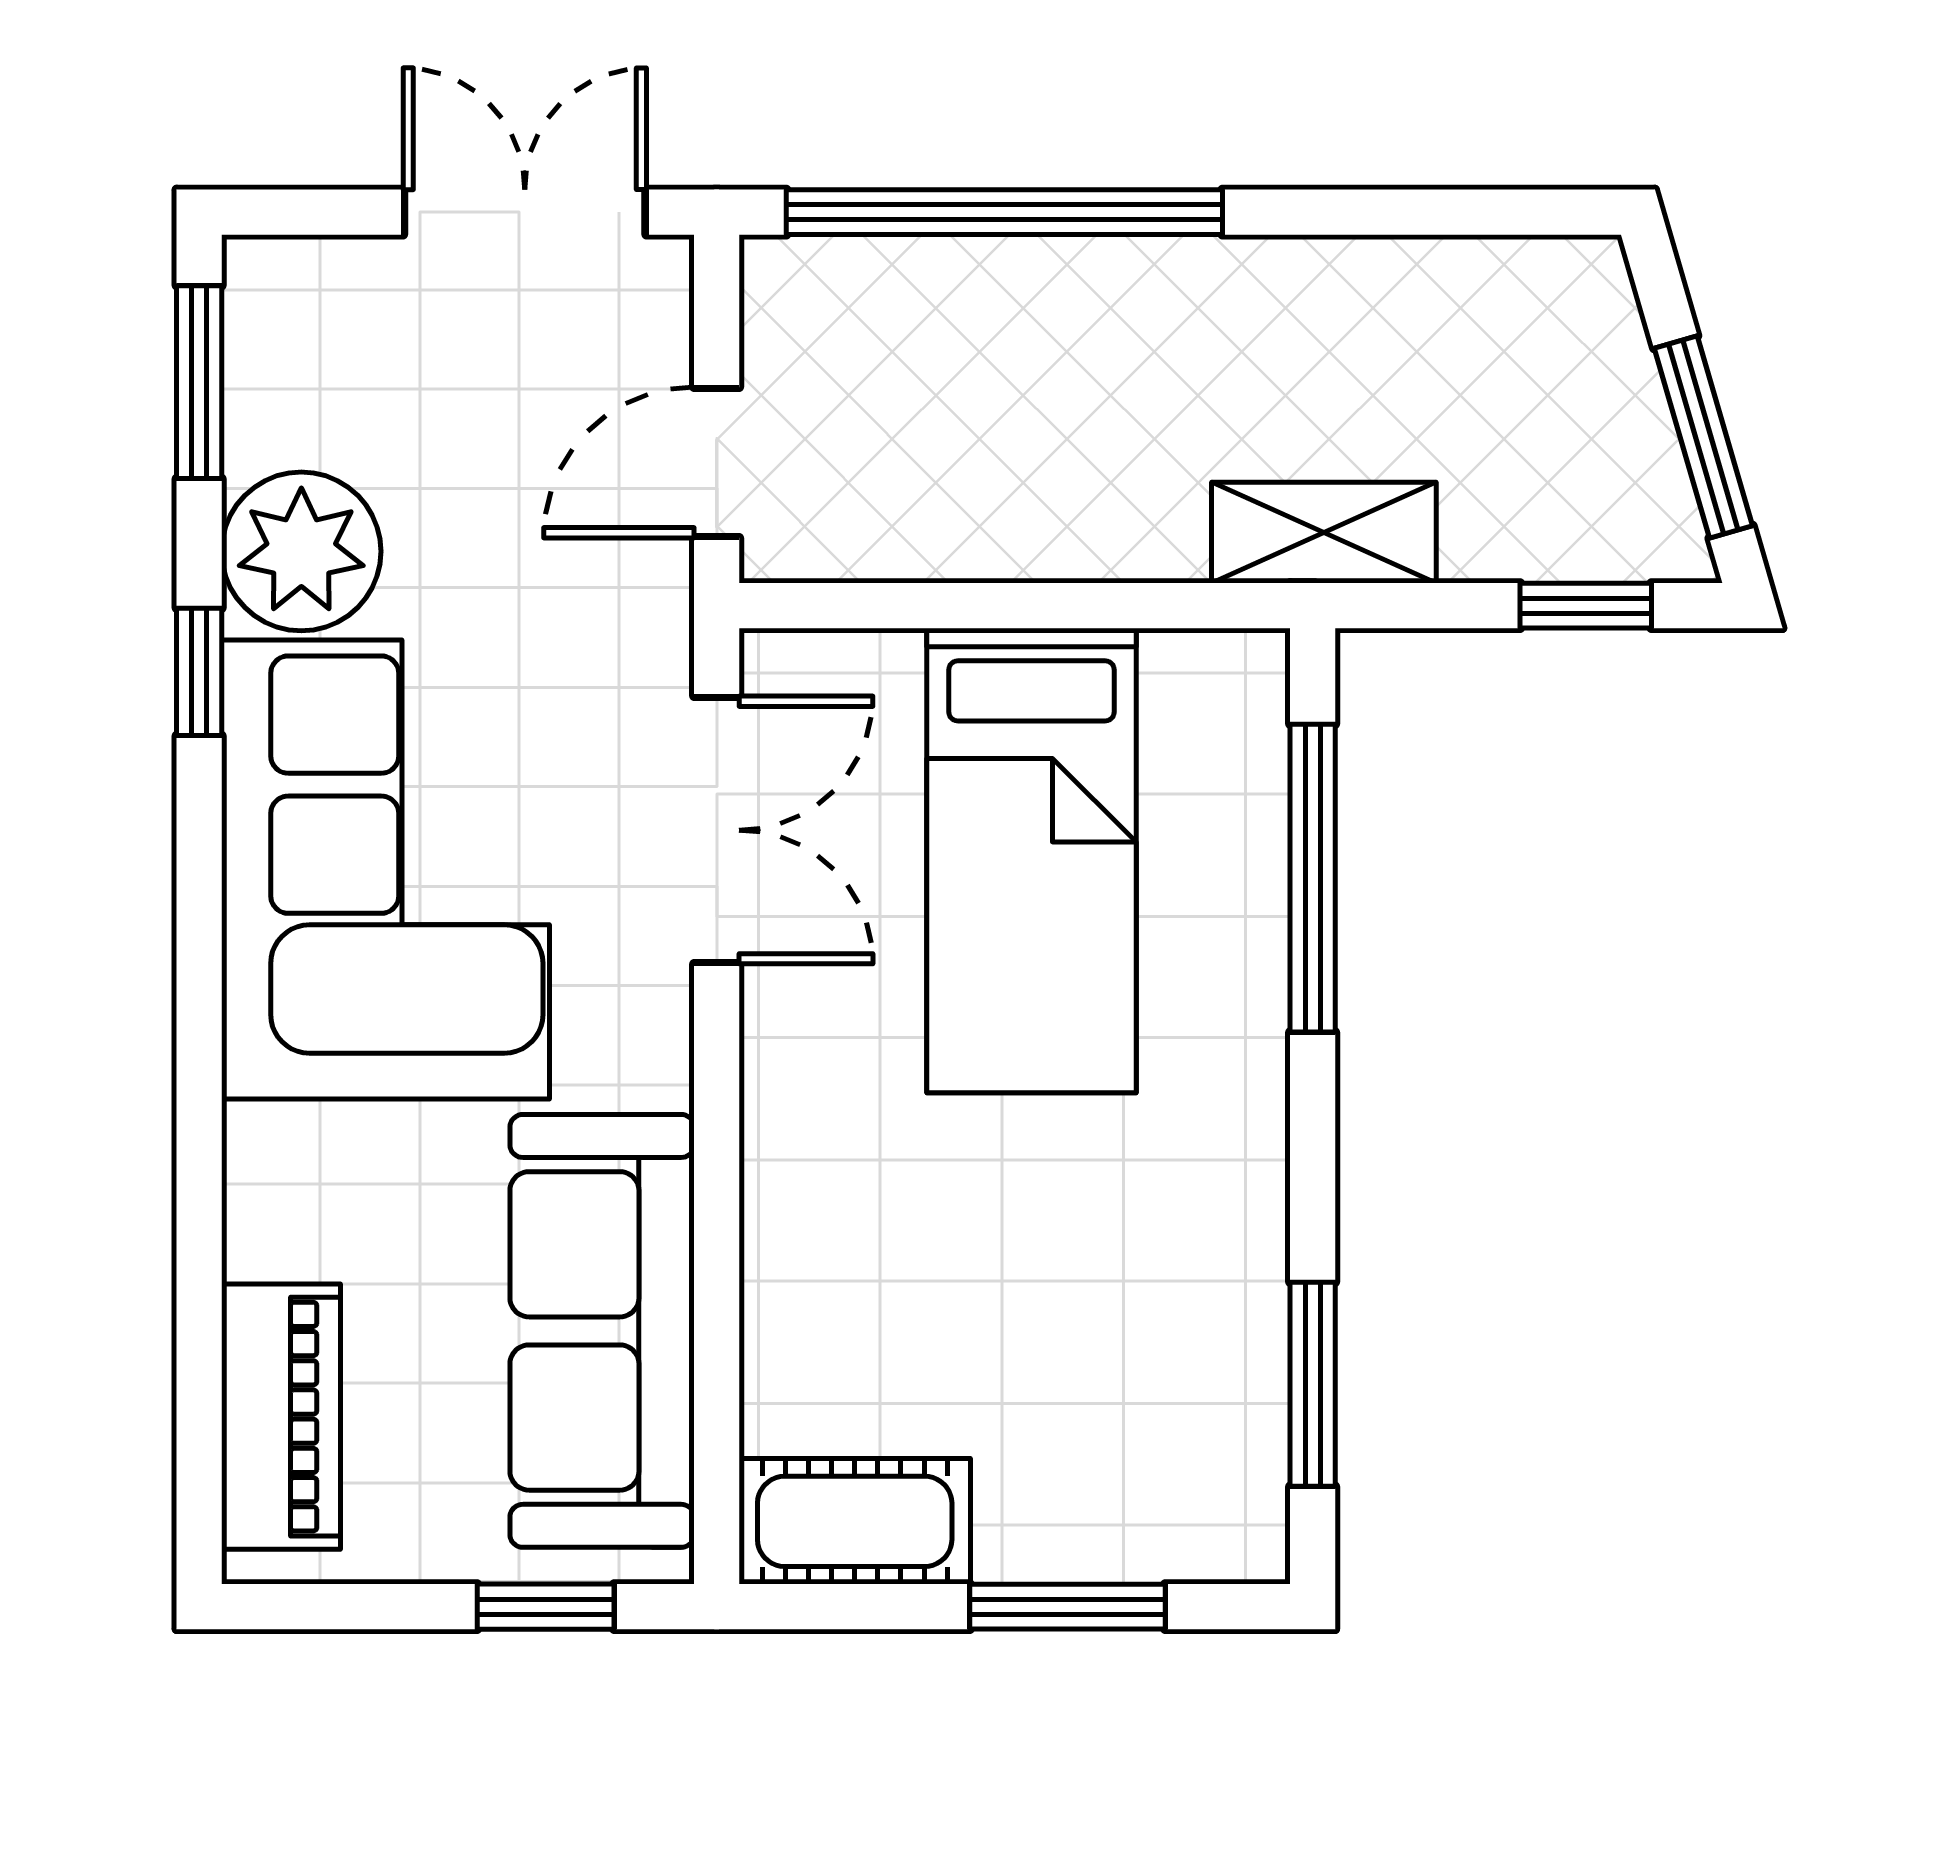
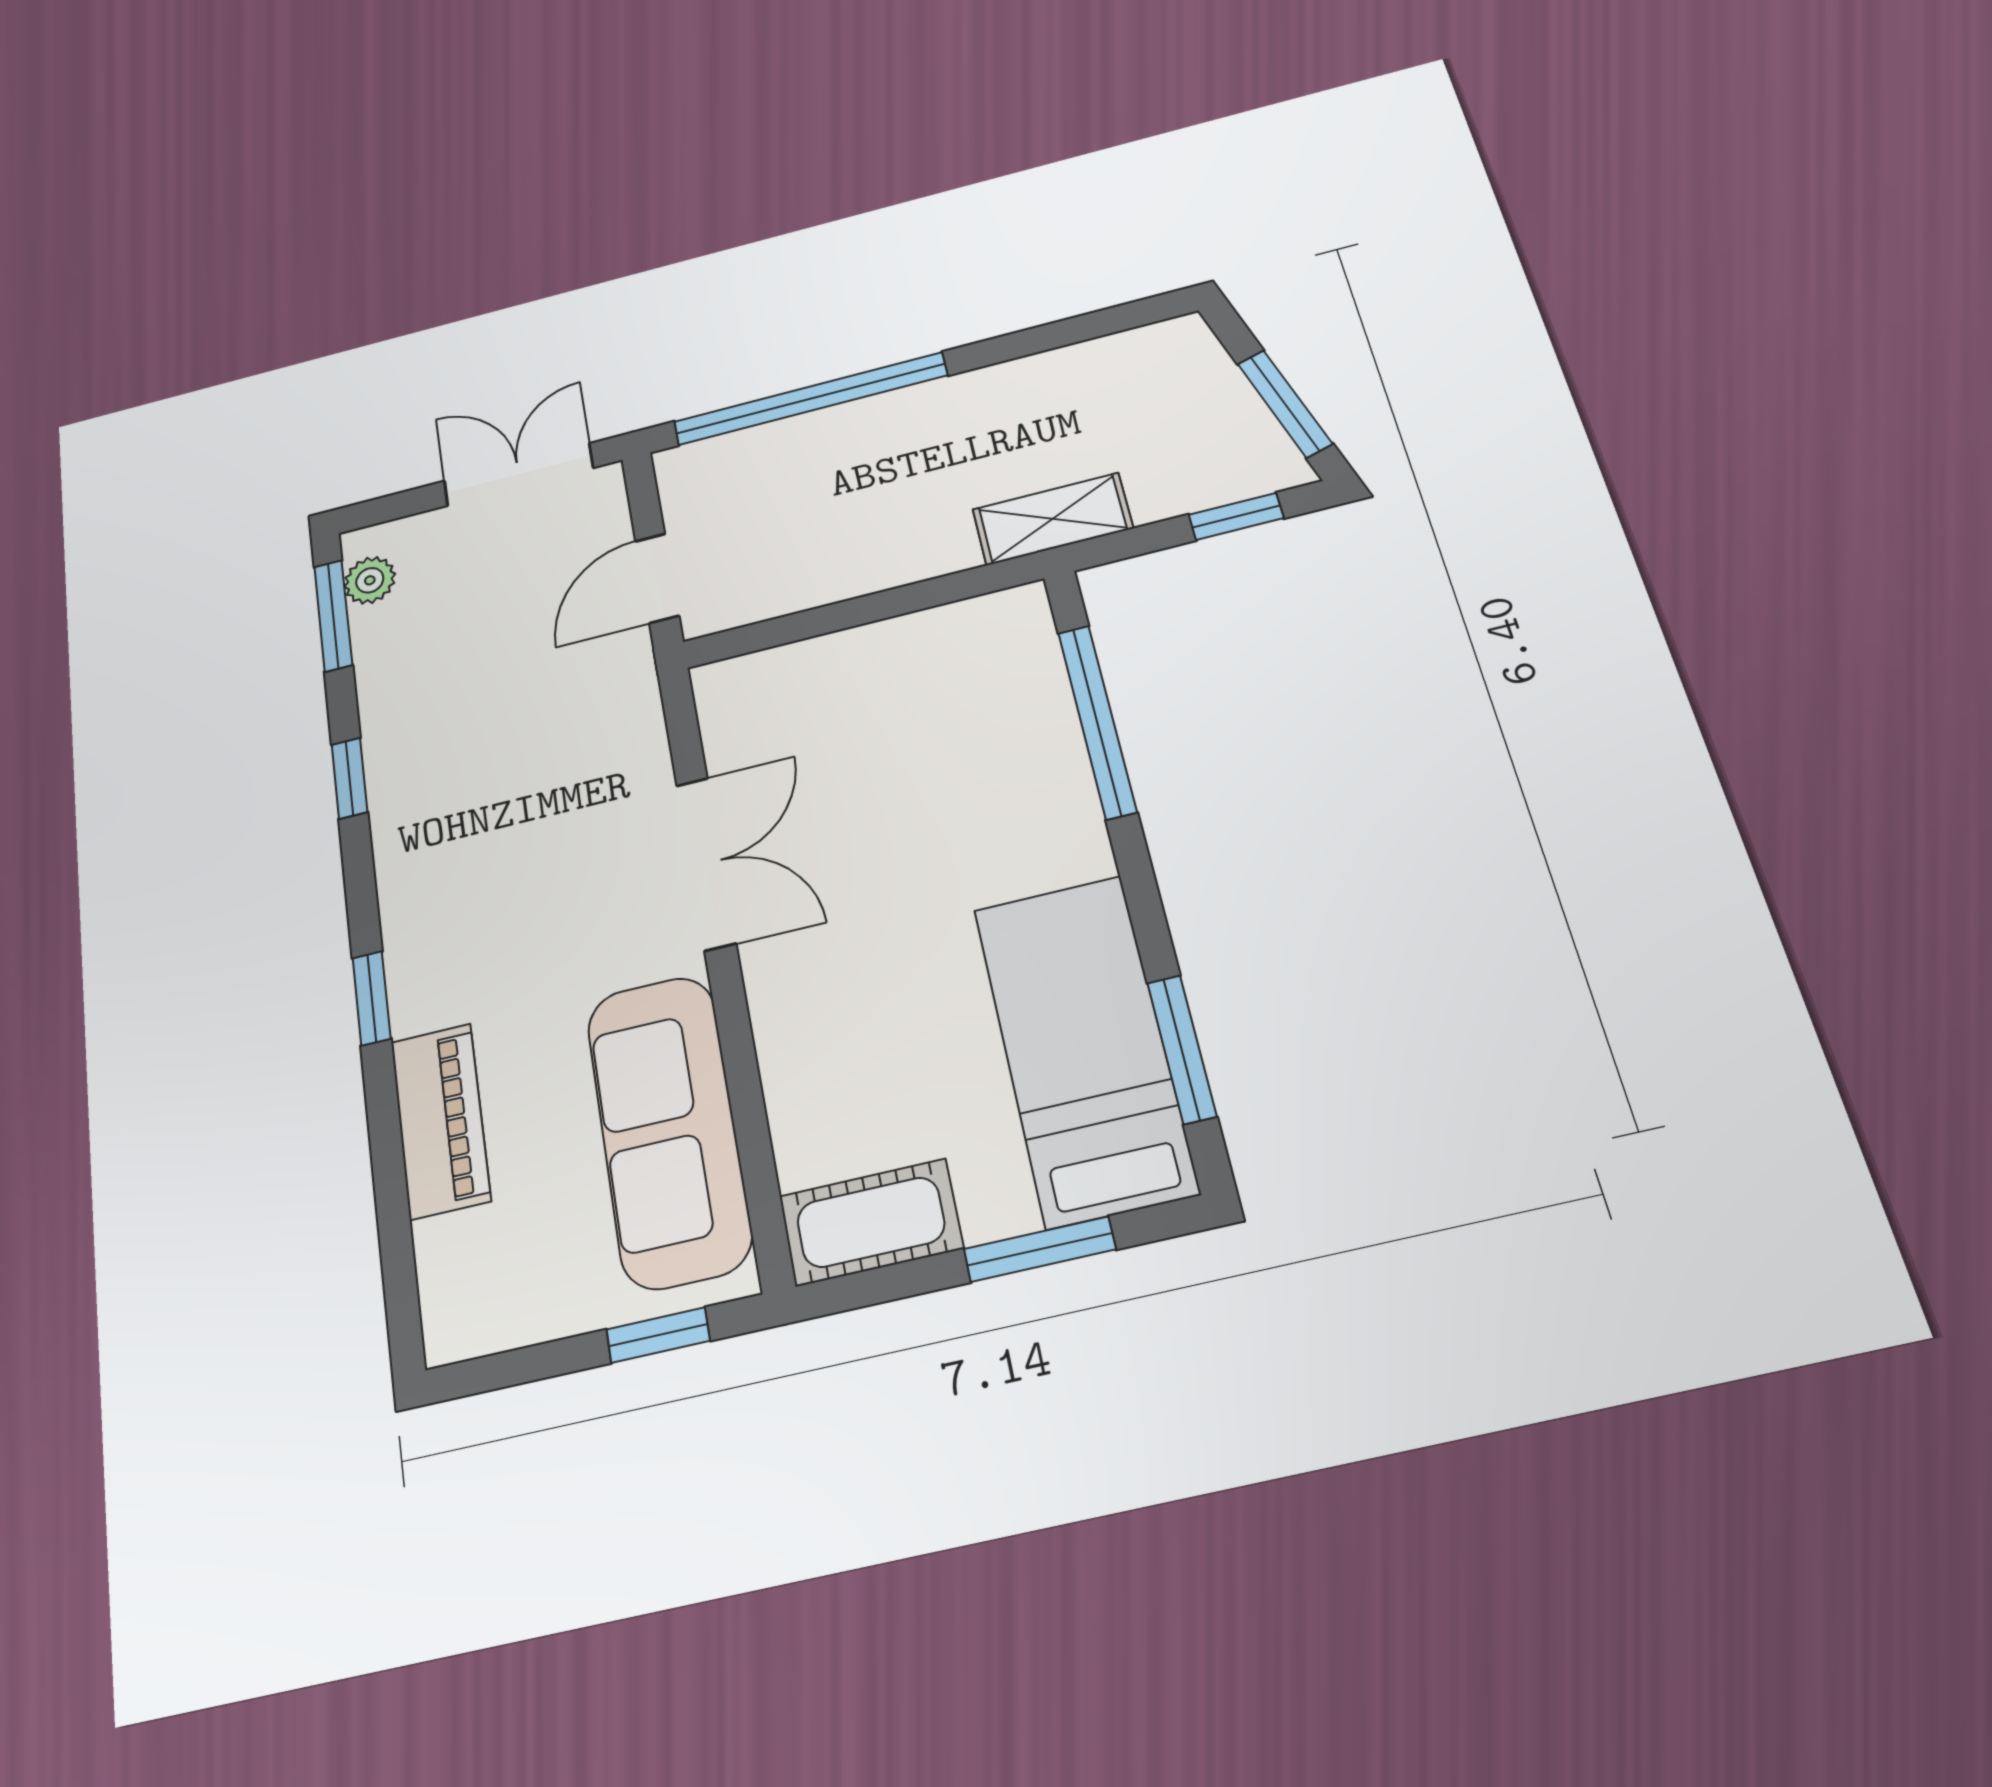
plant: (301, 551) -> (370, 580), moved, width x0.53, depth x0.53
double door: (717, 830) -> (706, 863), moved
bed: (1031, 860) -> (1084, 1048), moved, turned 180
corner sofa: (386, 870) -> (481, 867), removed
window: (199, 1034) -> (372, 998), added
piano: (281, 1417) -> (440, 1121), moved

